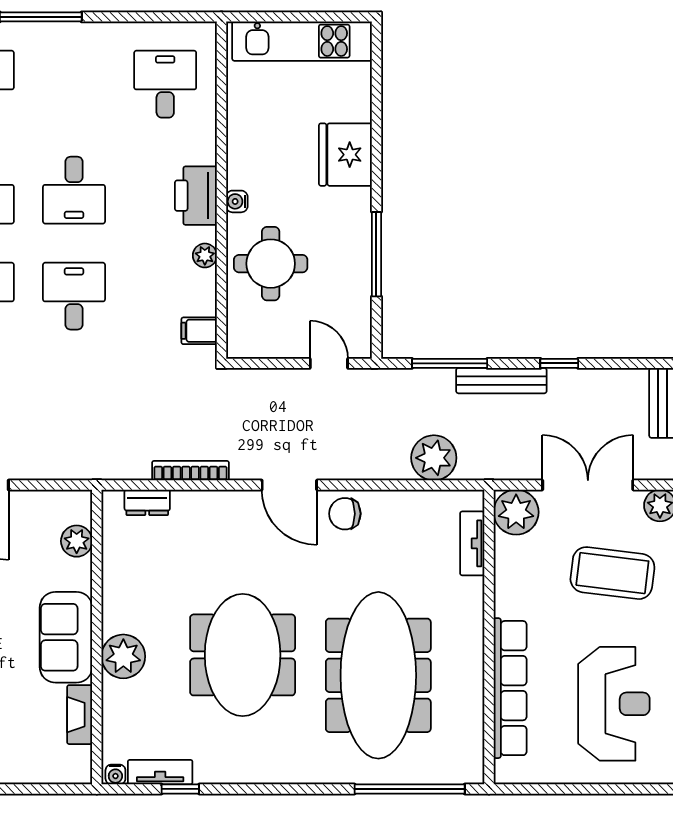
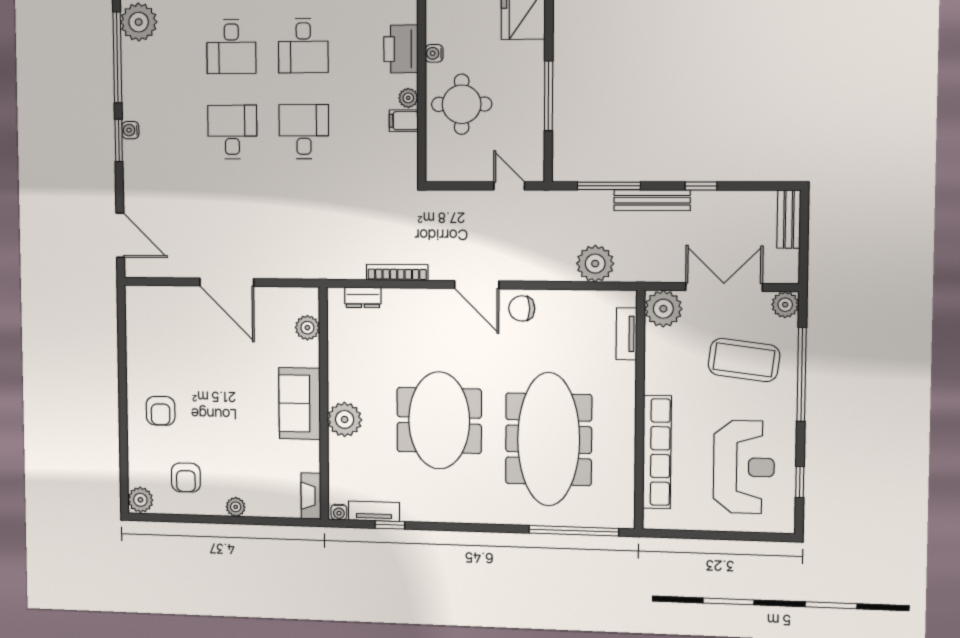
filing cabinet: (199, 331) -> (404, 121), moved
fireplace: (80, 715) -> (311, 496), moved

